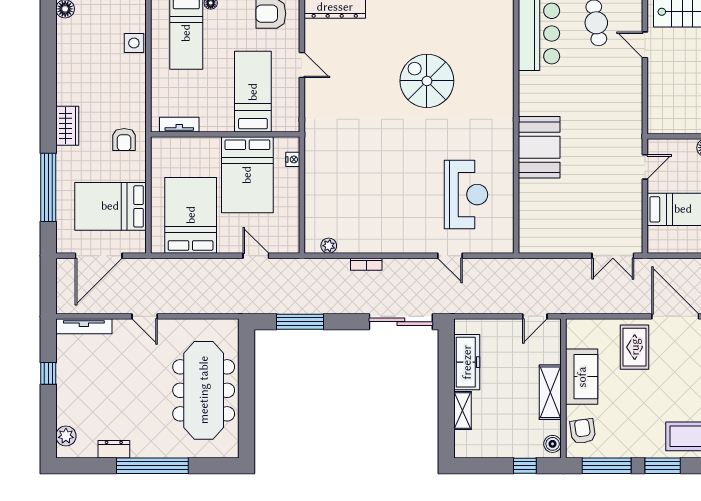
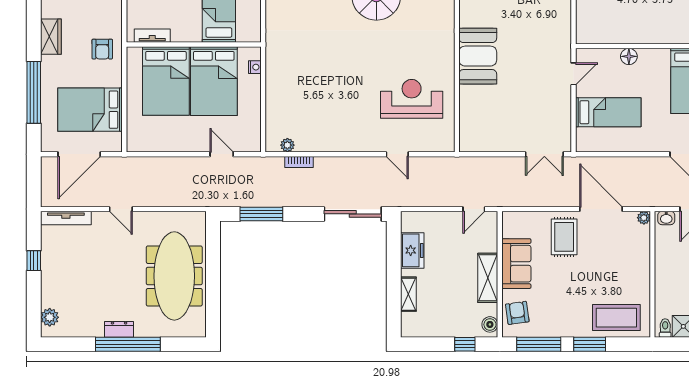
reception desk: (466, 195) -> (412, 99), turned -90
bed: (191, 215) -> (166, 81), moved, turned 180
bookcase: (366, 264) -> (299, 162), moved
freezer: (467, 362) -> (412, 250), width x0.71
dresser: (114, 449) -> (119, 329), moved

